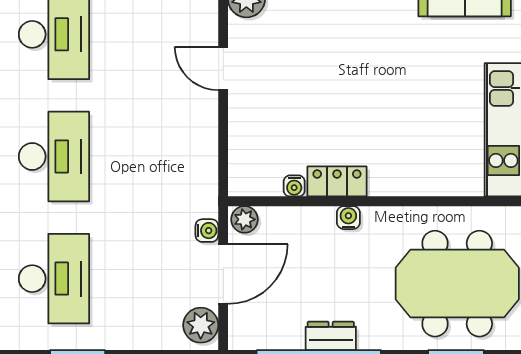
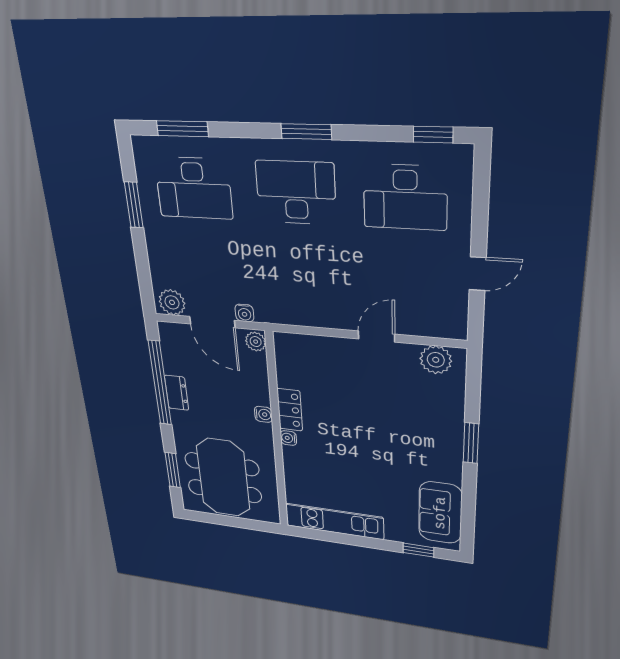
desk: (54, 156) -> (296, 193), turned 180
water cooler: (294, 186) -> (288, 438), moved

